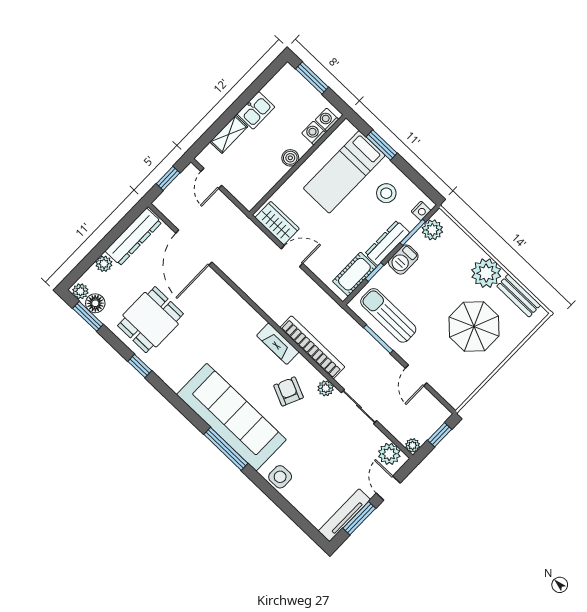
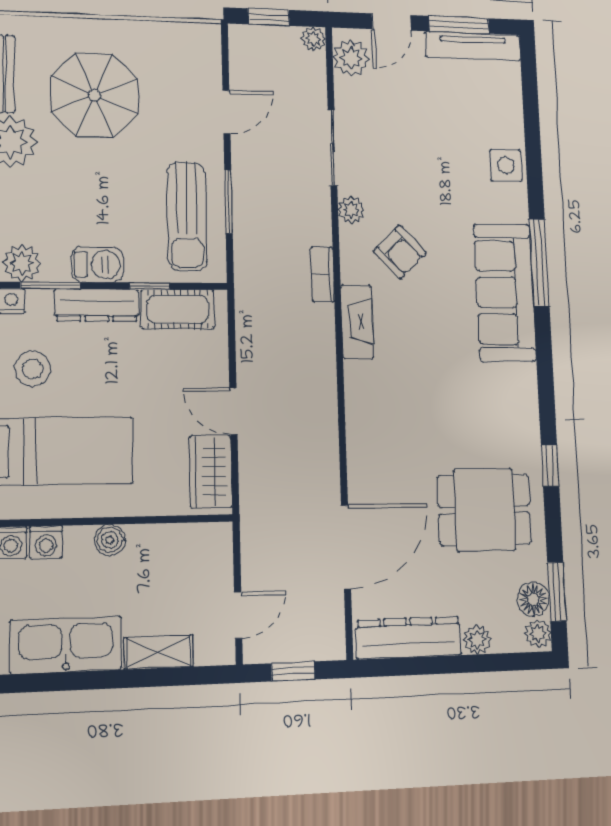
kitchen sink: (256, 110) -> (66, 645), width x1.88, depth x1.24
bookcase: (312, 347) -> (323, 274), width x0.43, depth x0.76
armchair: (289, 391) -> (400, 252), turned -68
sofa: (231, 417) -> (505, 292), width x0.74, depth x0.79

